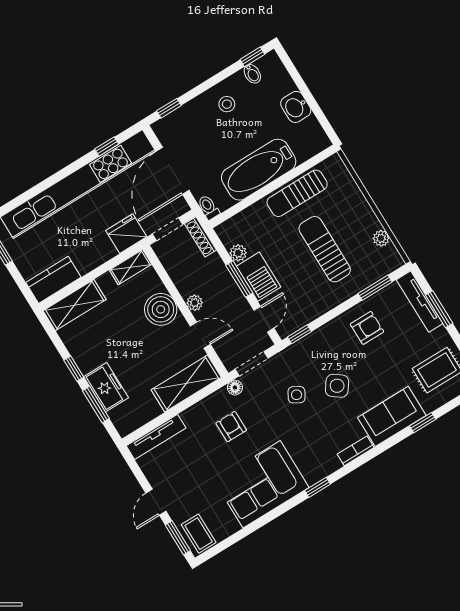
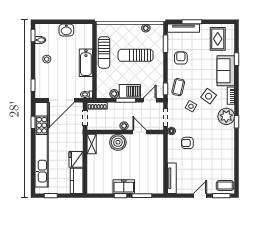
bathtub: (259, 170) -> (86, 63), width x0.73, depth x0.73
door: (173, 171) -> (61, 100), hinge flipped
fridge: (126, 234) -> (76, 159), moved
shelving: (75, 305) -> (93, 178), removed
door: (264, 319) -> (150, 100), hinge flipped
door: (200, 335) -> (140, 132), hinge flipped
coffee table: (316, 354) -> (178, 87), added
shelving: (186, 383) -> (157, 151), removed
side table: (337, 386) -> (209, 96), moved
freezer: (106, 387) -> (124, 187), moved
plant: (316, 464) -> (226, 116), added
corner sofa: (262, 484) -> (220, 145), removed
door: (156, 502) -> (200, 196), swing flipped

